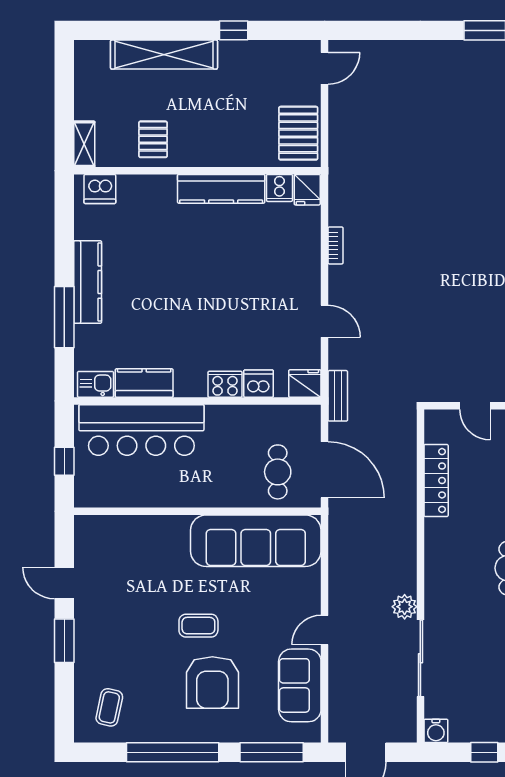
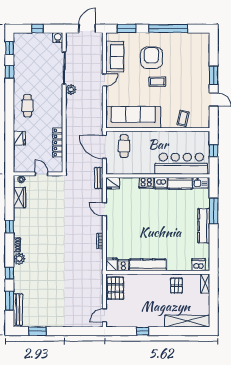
shelving: (164, 55) -> (187, 321), moved
dishwasher: (259, 384) -> (161, 183), moved
coffee table: (109, 707) -> (183, 118), moved
window: (272, 752) -> (127, 29), width x0.69

